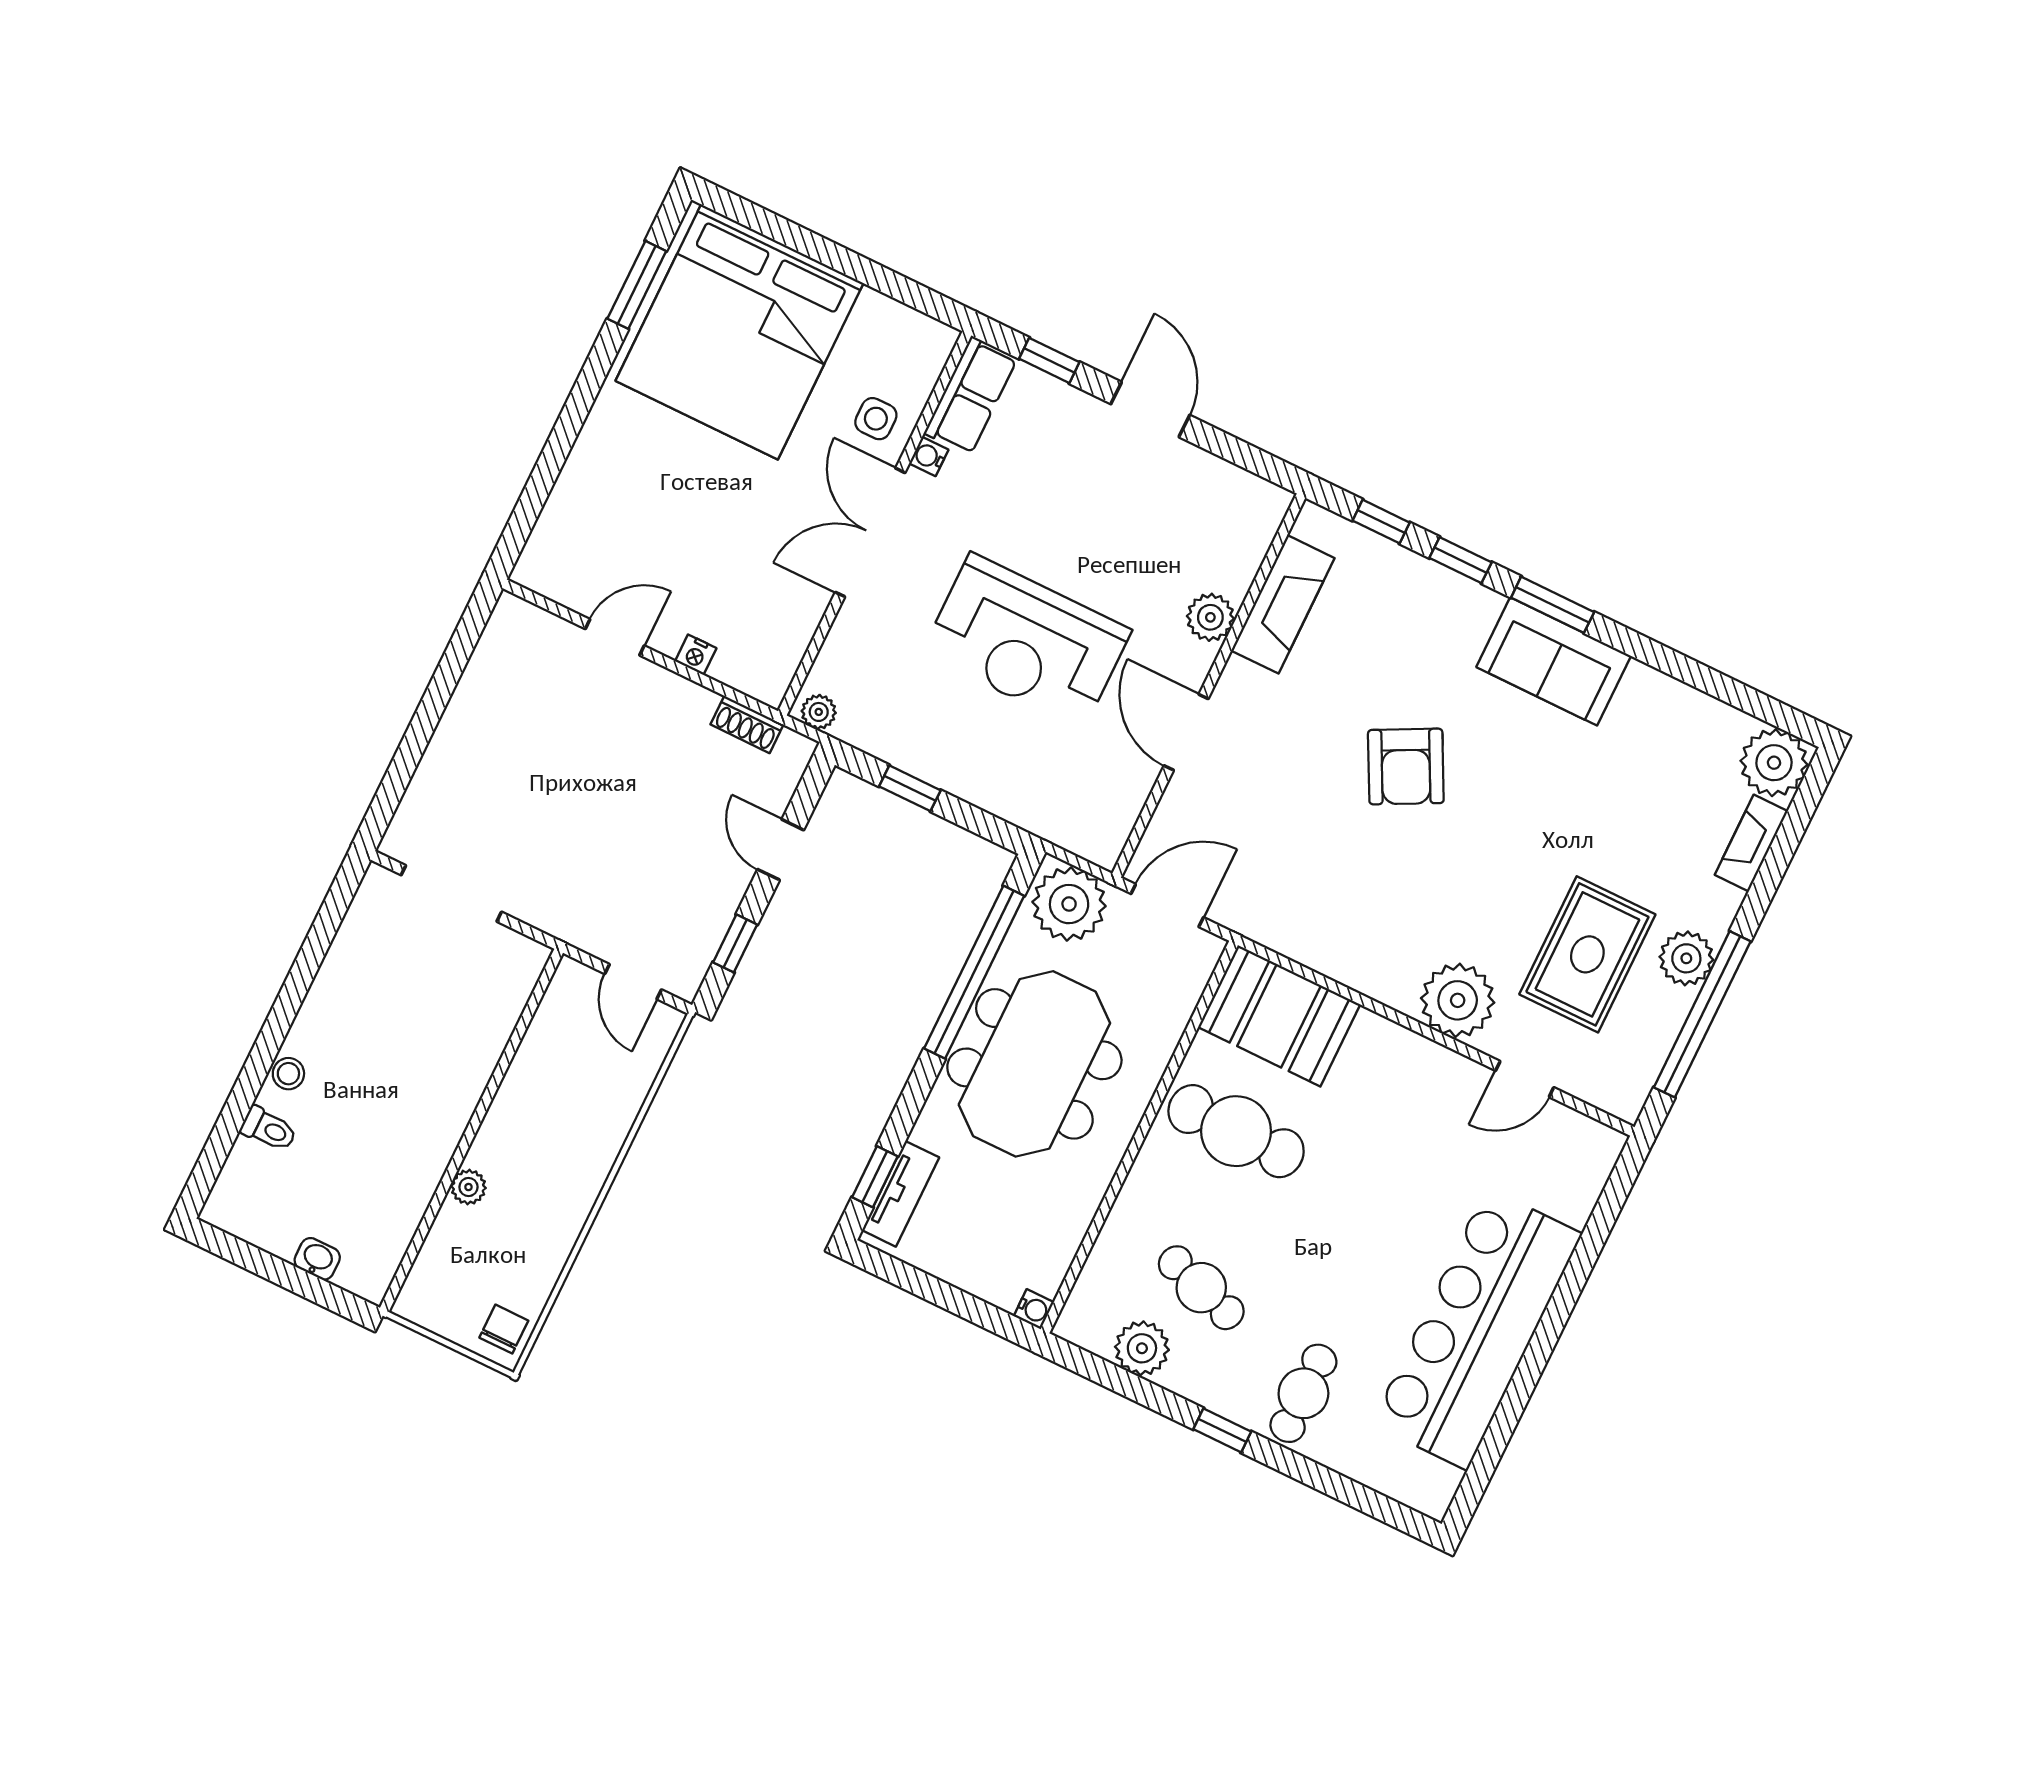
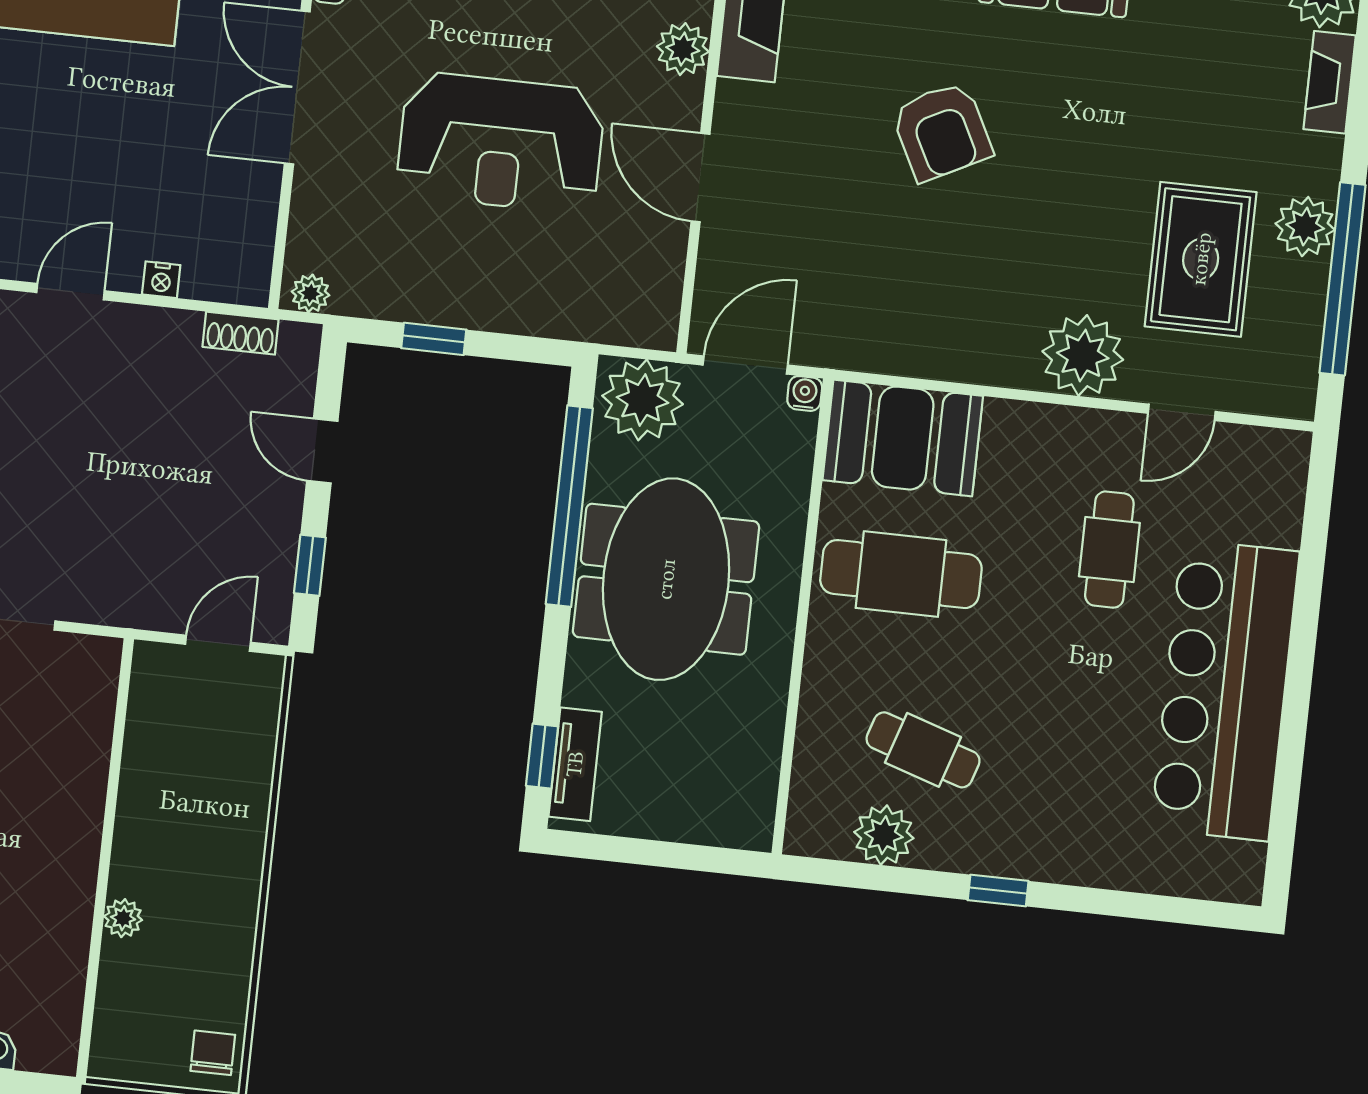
door: (633, 982) -> (218, 643), swing flipped
water cooler: (1034, 1309) -> (805, 393), moved, turned -90
cafe table: (1303, 1393) -> (1109, 550), moved

